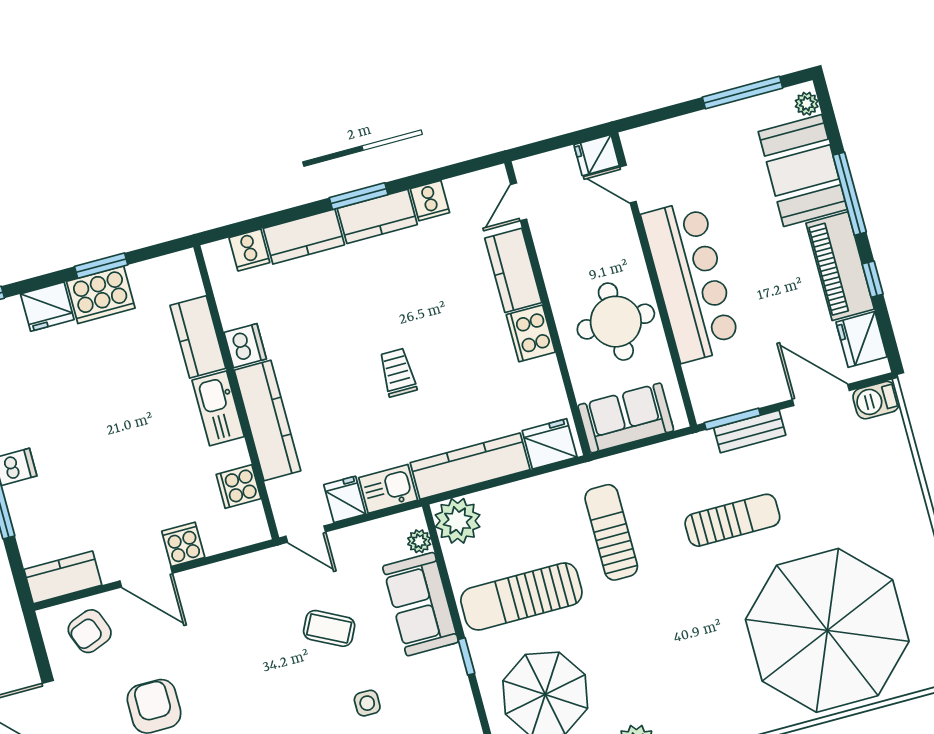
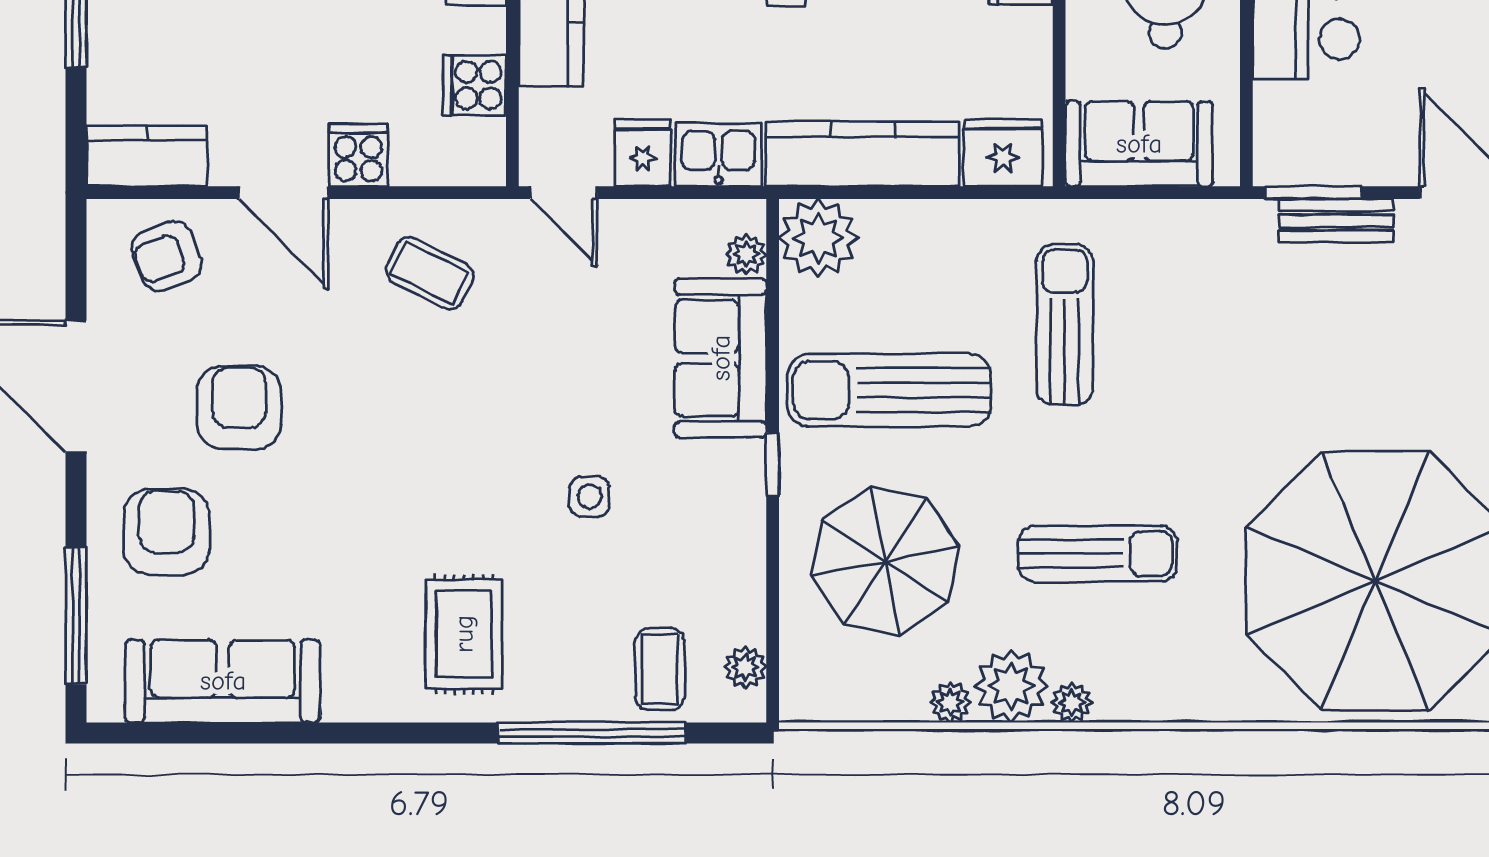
sun lounger: (732, 520) -> (1098, 554), moved
coffee table: (329, 628) -> (430, 273), moved

